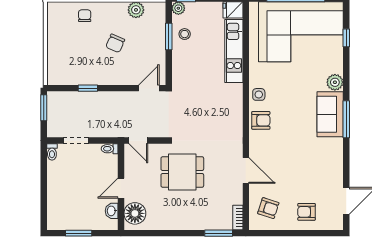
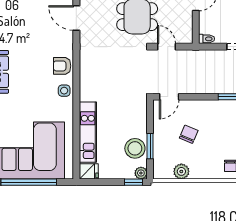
stool: (185, 34) -> (135, 148), width x1.89, depth x1.89
chair: (115, 43) -> (189, 134), moved
door: (138, 141) -> (167, 47), moved

